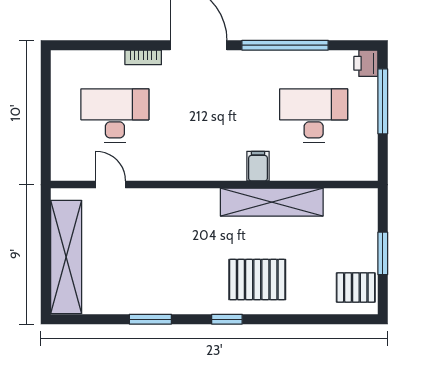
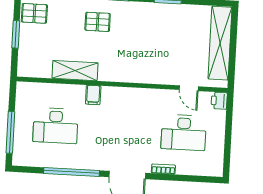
printer: (366, 63) -> (219, 101), moved, turned 180
shelving: (272, 202) -> (75, 71), width x0.68
pallet: (257, 280) -> (98, 22), width x0.67, depth x0.71

